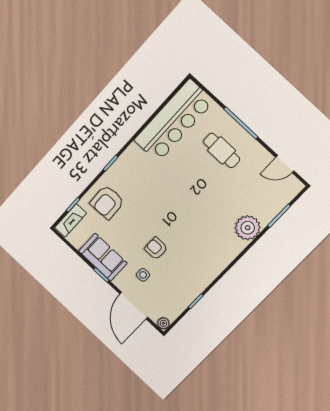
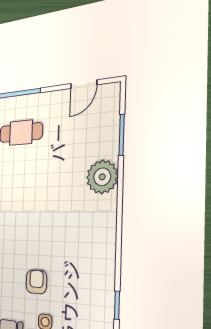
armchair: (156, 248) -> (36, 282), turned 90

